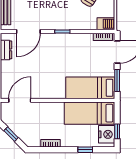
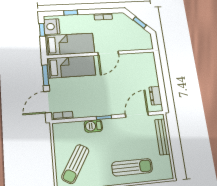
barbecue: (106, 24) -> (93, 126), moved
door: (20, 100) -> (108, 53), moved

